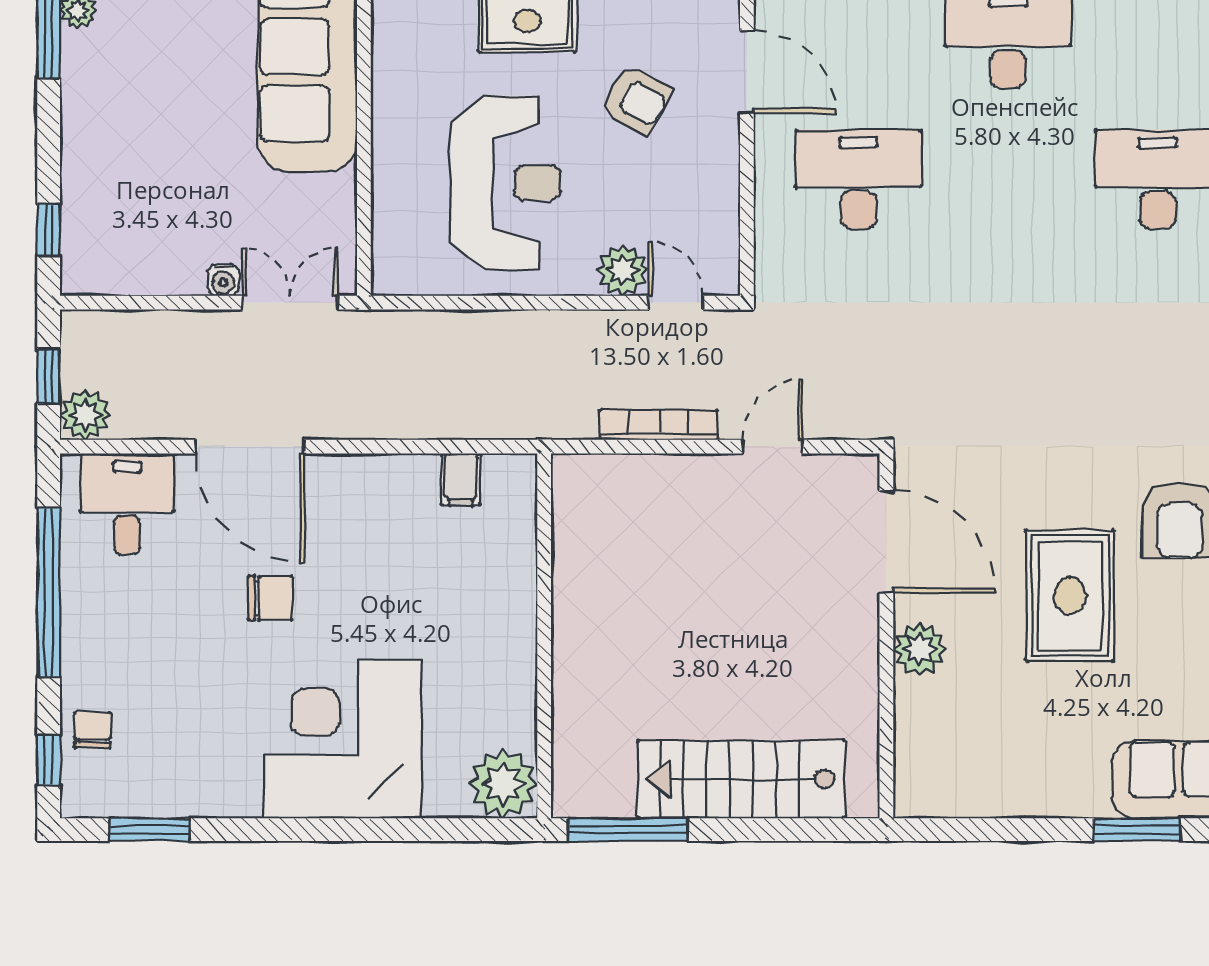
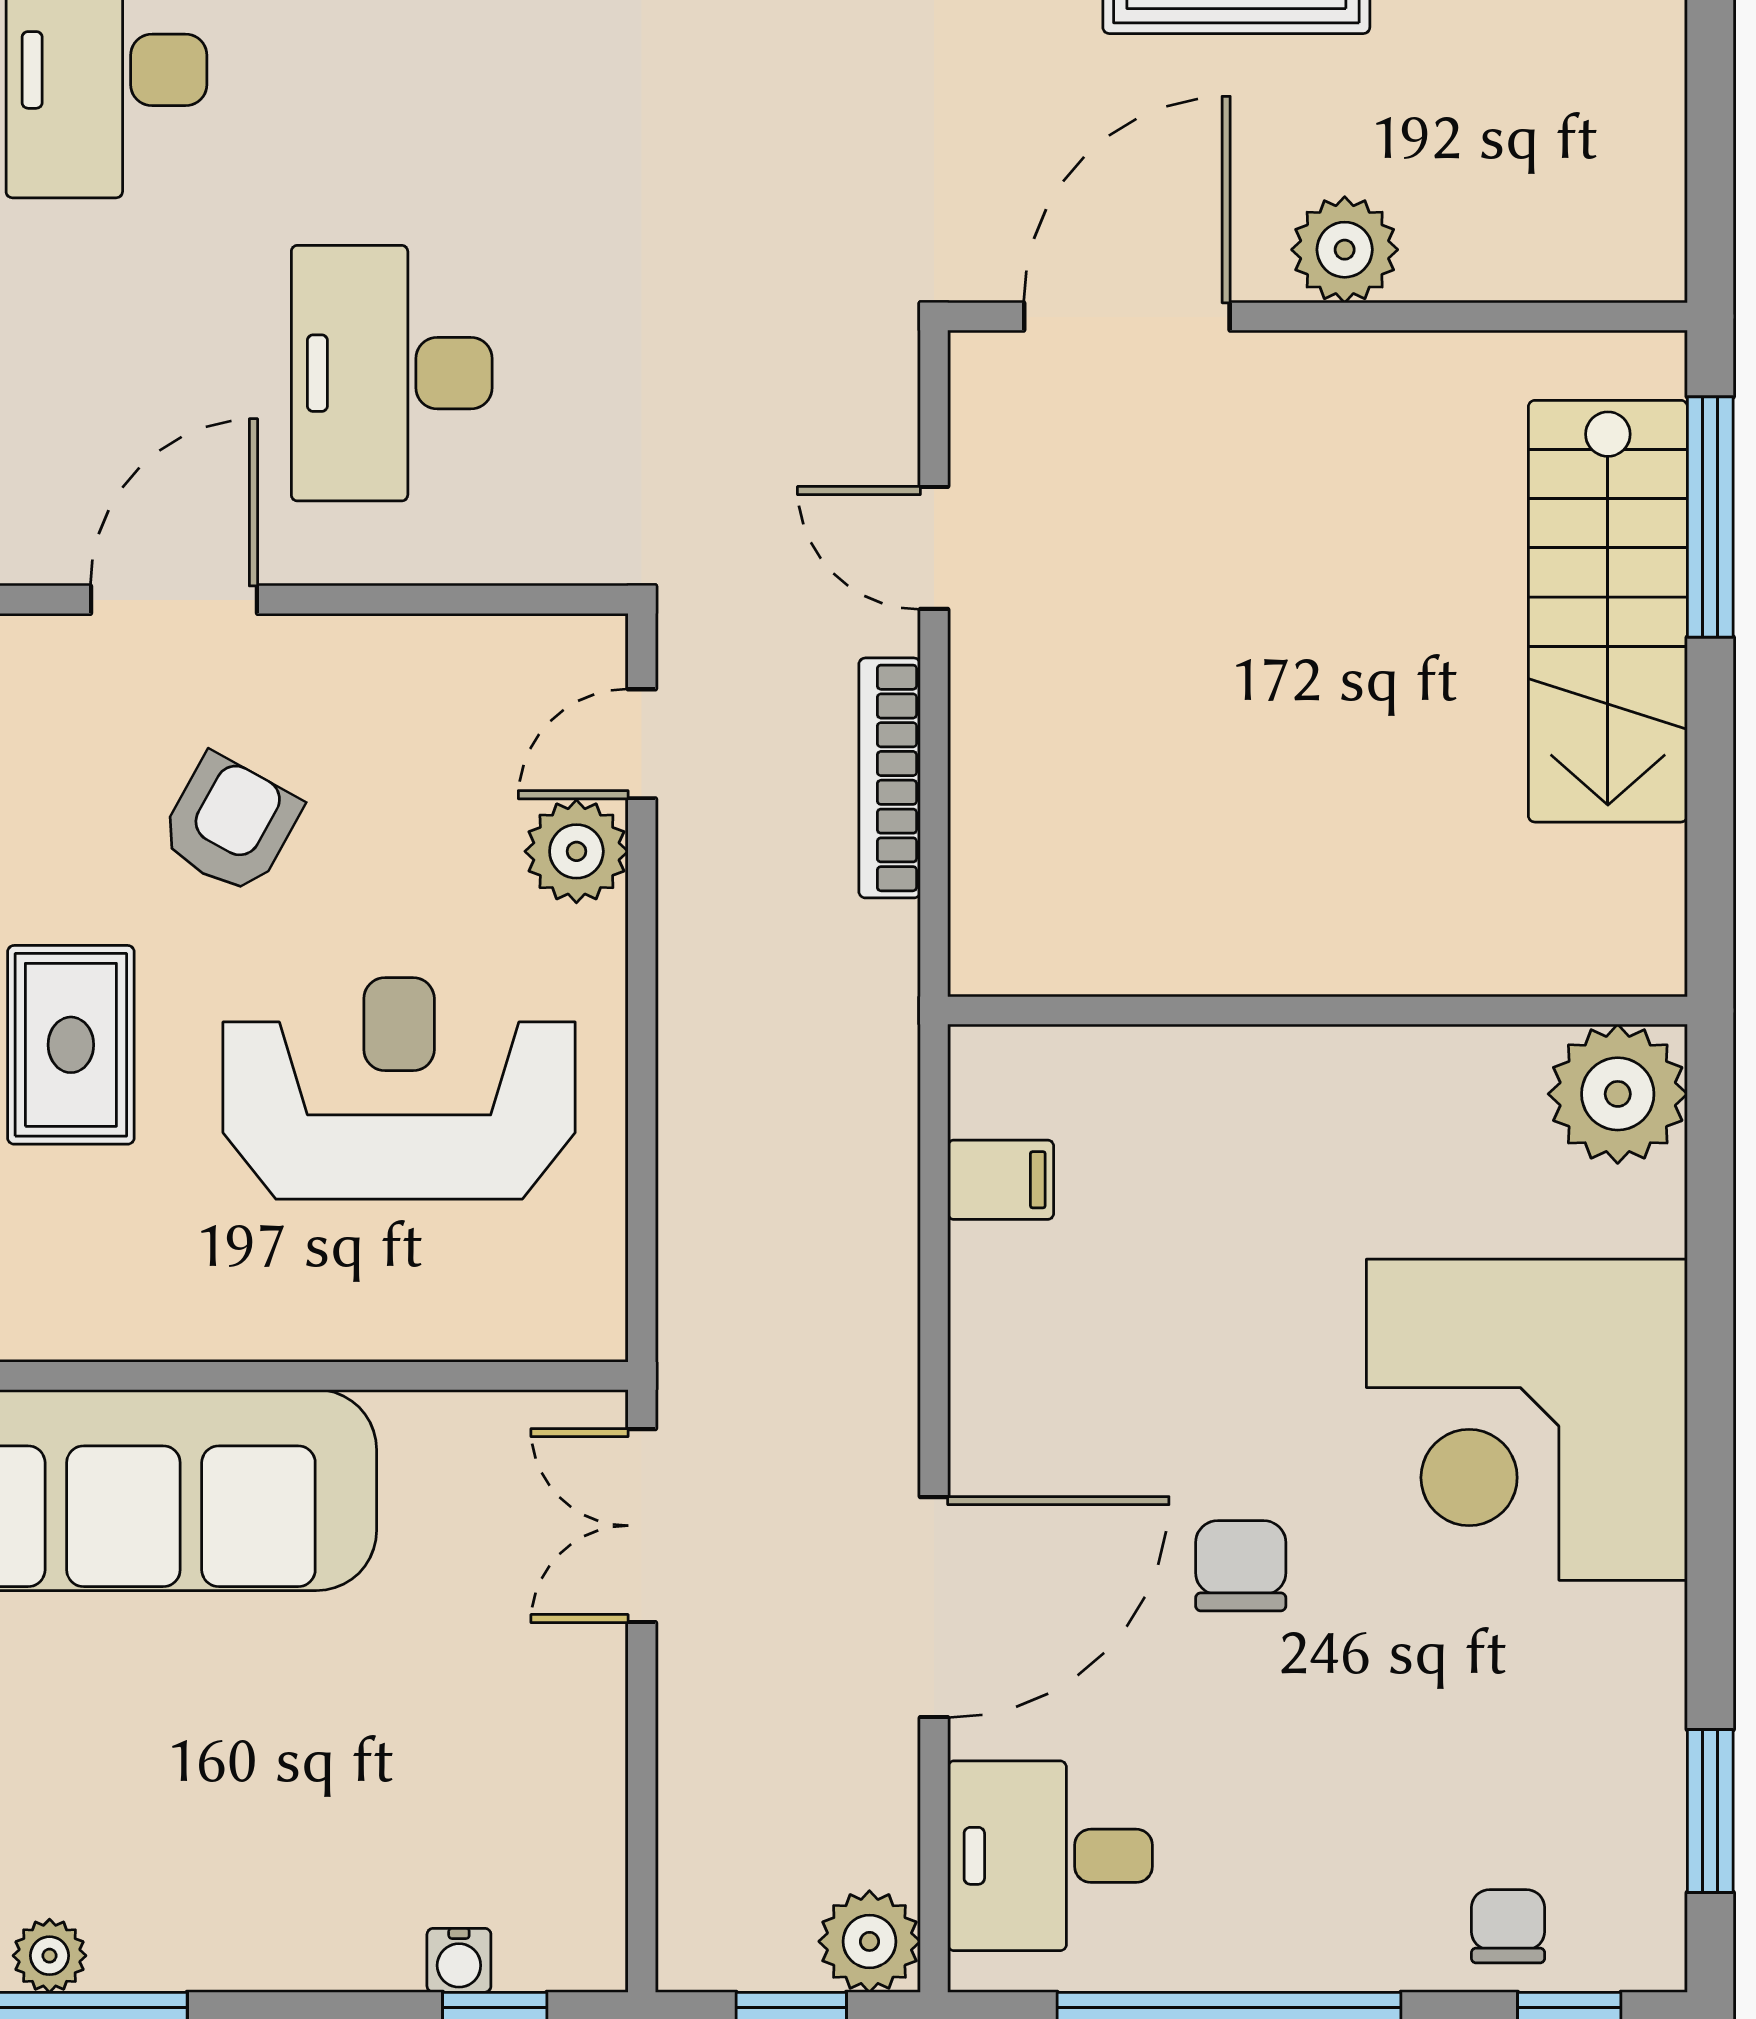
water cooler: (223, 280) -> (459, 1960), moved, turned 90
chair: (92, 730) -> (1508, 1926), turned 90
window: (628, 830) -> (1710, 517), moved

